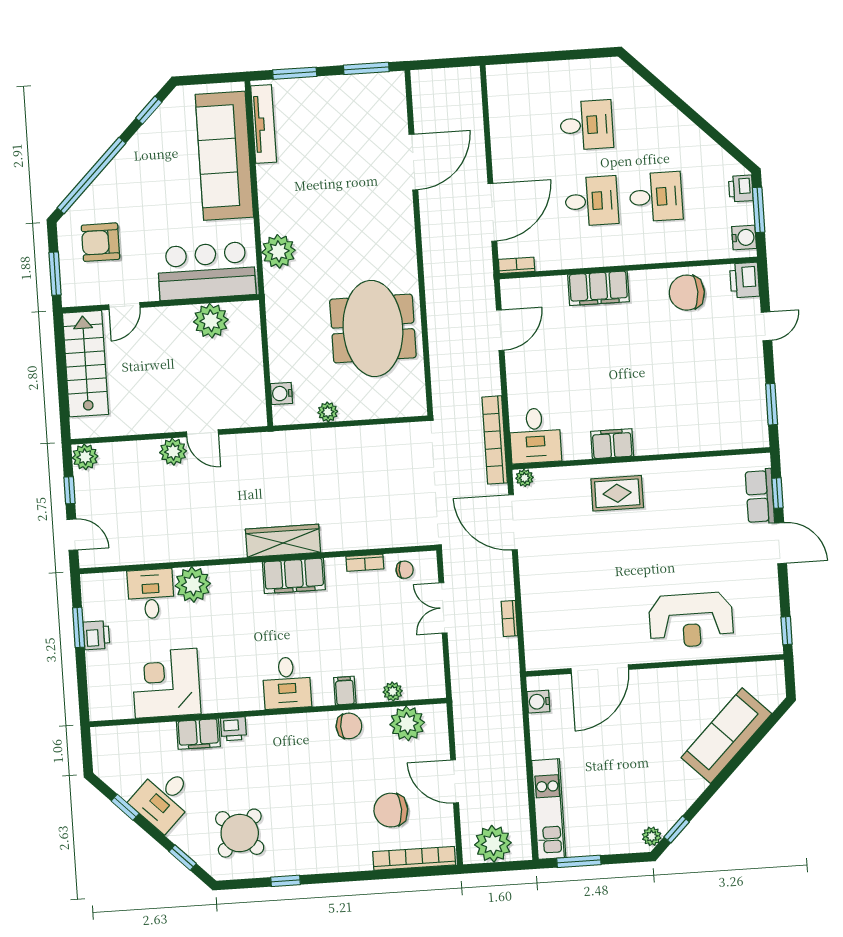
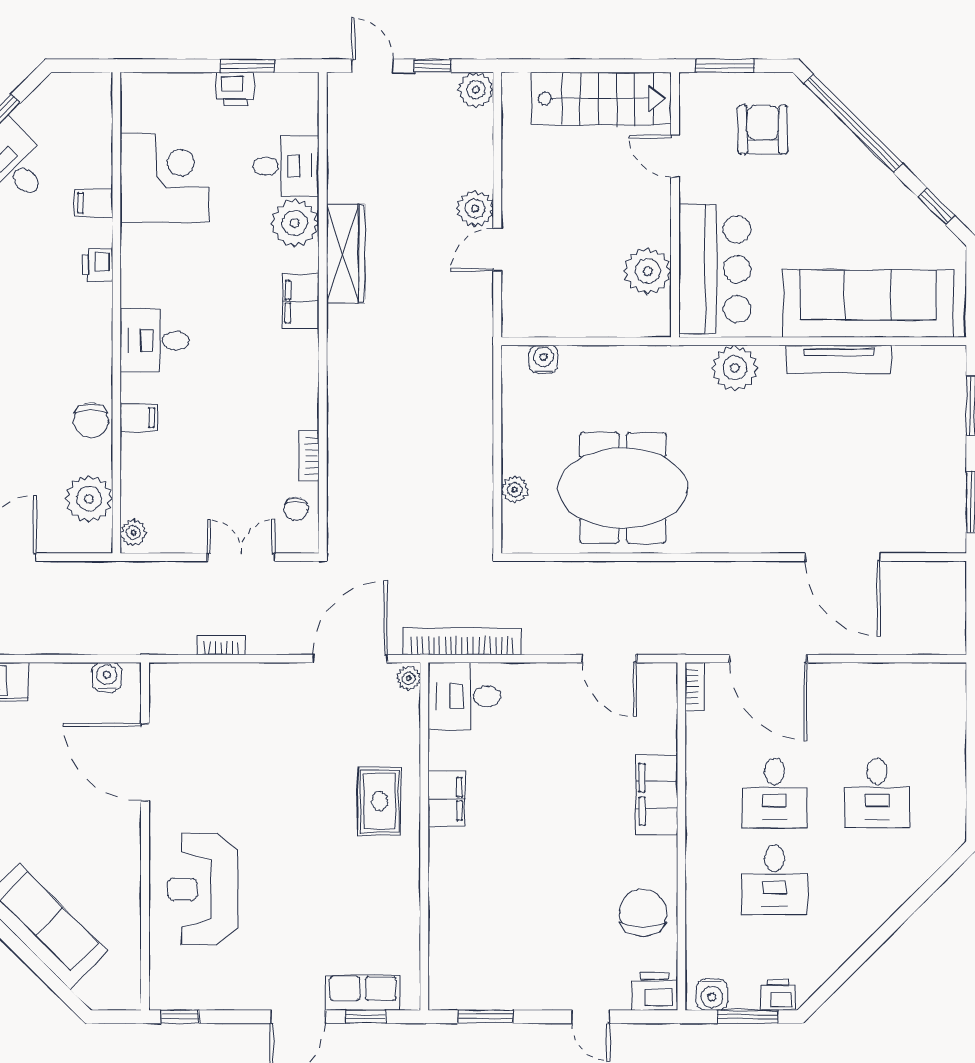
tv unit: (264, 124) -> (839, 359), moved
plant: (328, 412) -> (515, 490), moved
door: (72, 535) -> (373, 66), swing flipped
wardrobe: (283, 541) -> (346, 254), moved
filing cabinet: (294, 576) -> (301, 301), moved, width x0.67, depth x0.86
plant: (393, 692) -> (133, 533), moved
filing cabinet: (198, 734) -> (94, 203), width x0.50

